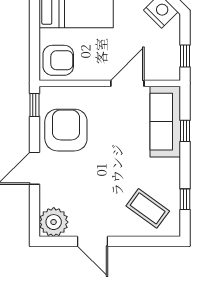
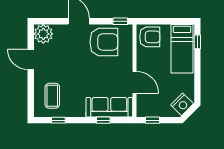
armchair: (58, 60) -> (150, 37), turned -90
coffee table: (148, 208) -> (52, 96), turned -36
door: (92, 241) -> (31, 59), hinge flipped

